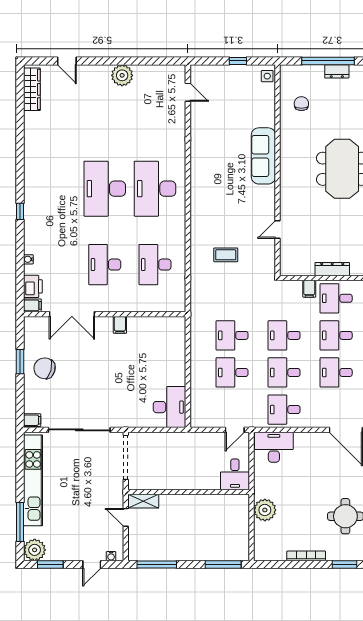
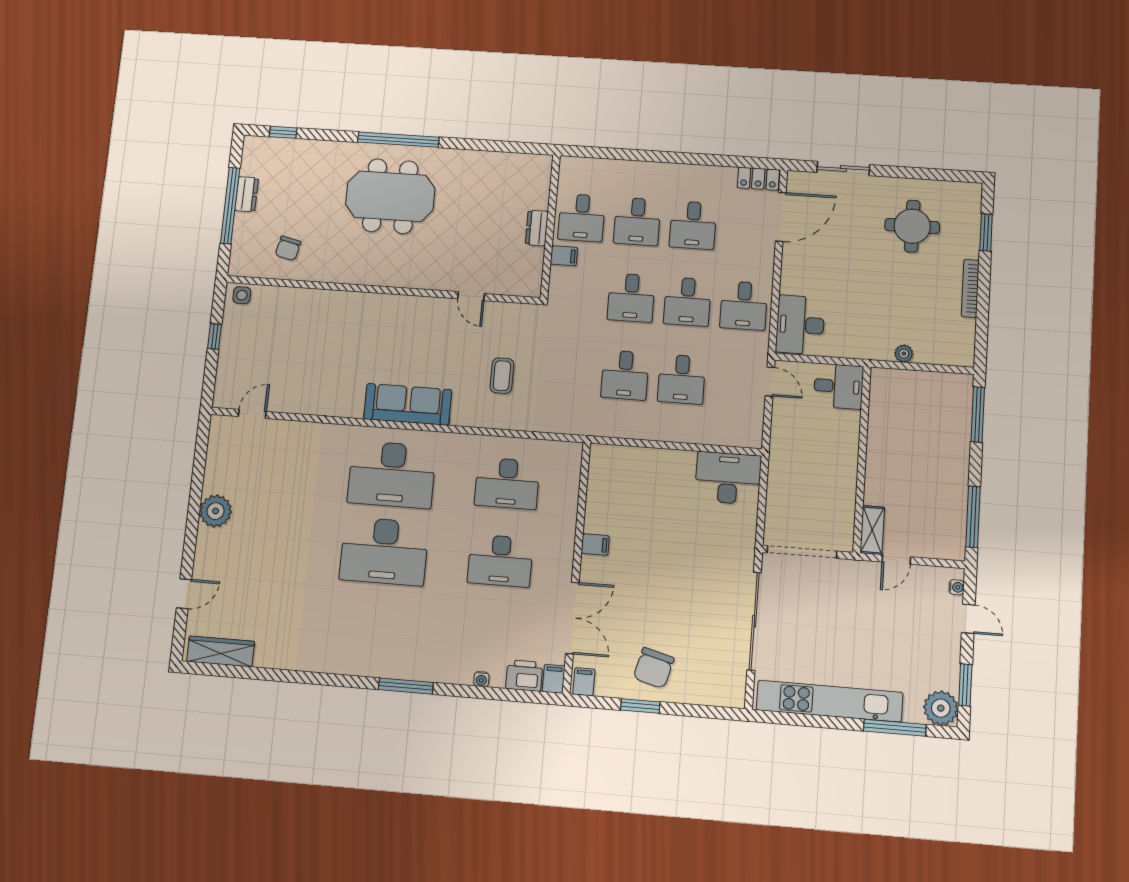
chair: (301, 104) -> (288, 248), turned -77
sofa: (263, 156) -> (408, 404), moved, turned 180
window: (20, 211) -> (406, 686), width x2.17
dresser: (332, 269) -> (537, 228), width x0.70
filing cabinet: (32, 420) -> (584, 682), moved
plant: (265, 510) -> (904, 354), width x0.53, depth x0.53

